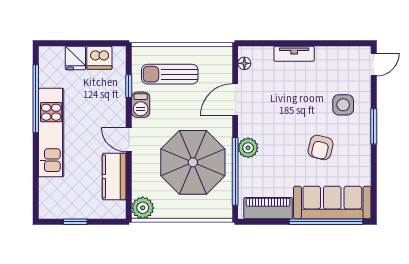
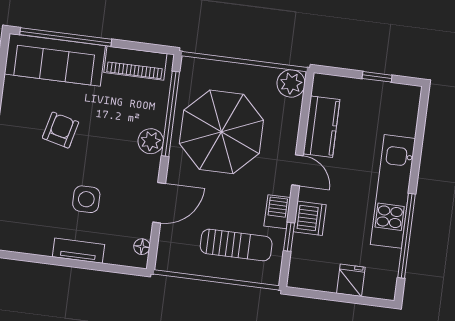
dishwasher: (99, 58) -> (310, 218), moved, turned 90
side table: (343, 105) -> (86, 199), moved

